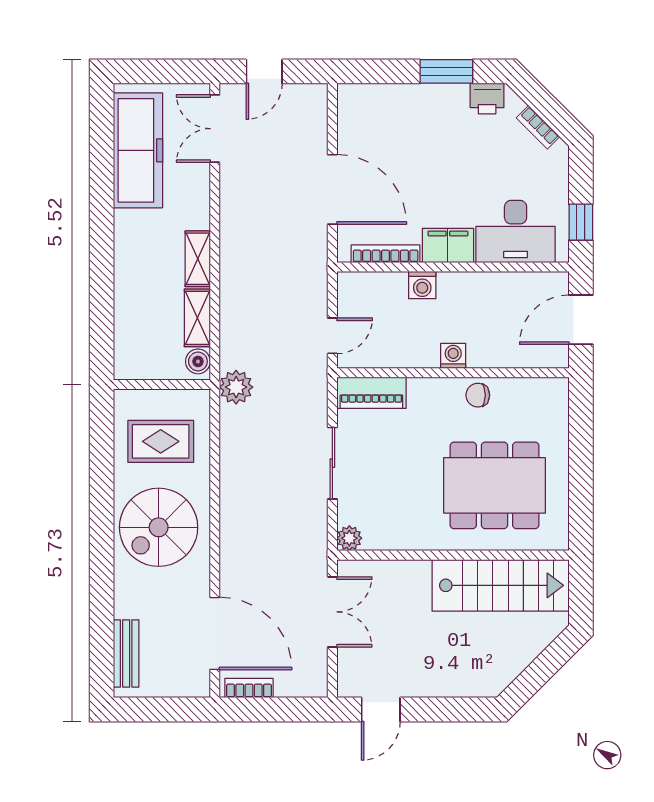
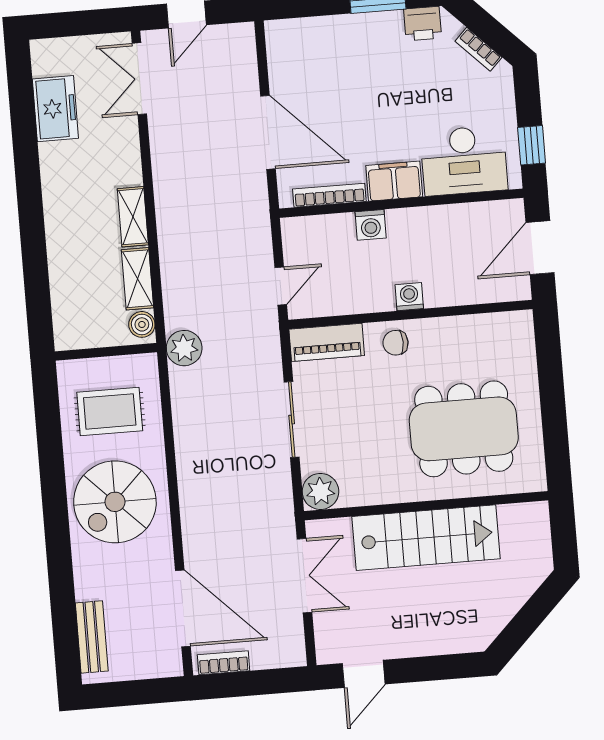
freezer: (138, 150) -> (55, 109), width x0.52, depth x0.79
chair: (478, 395) -> (396, 343), moved
plant: (349, 538) -> (320, 491), width x1.38, depth x1.38
stairs: (501, 585) -> (426, 538), moved

